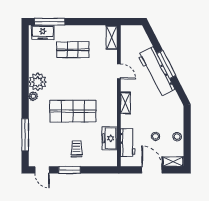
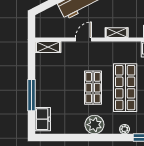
window: (50, 22) -> (31, 95), moved
shop shelf: (73, 50) -> (93, 88), moved
plant: (33, 96) -> (125, 129), moved

